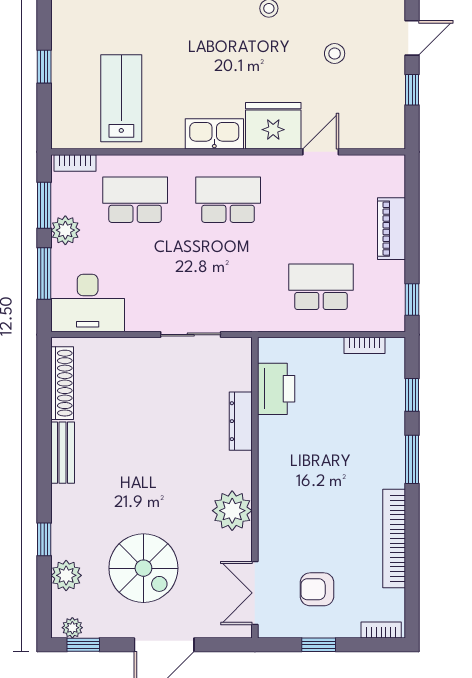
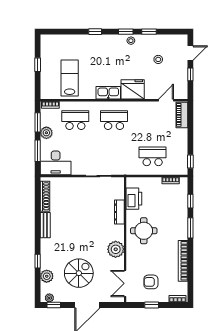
door: (321, 152) -> (166, 100), moved
piano: (391, 229) -> (182, 115), moved
round table: (300, 466) -> (144, 231), added
spiral stairs: (143, 568) -> (79, 273), turned -90

